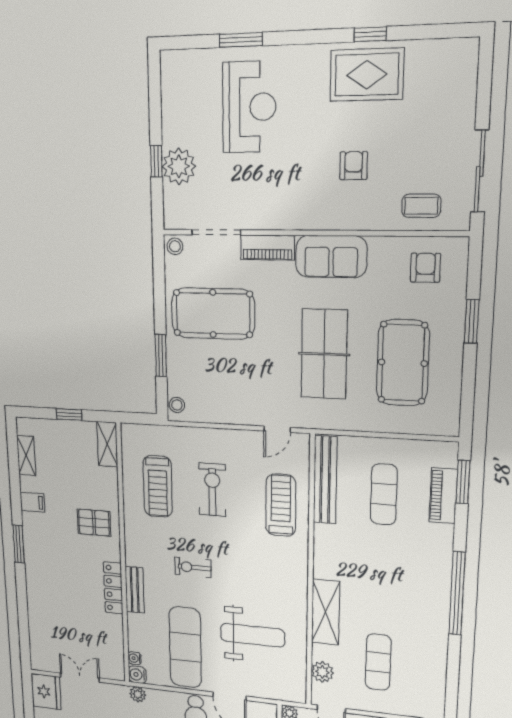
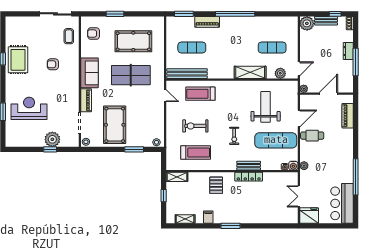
piano: (443, 496) -> (207, 22), moved

